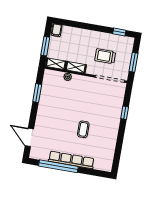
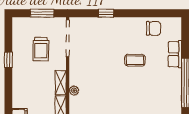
window: (119, 32) -> (8, 60), moved
chair: (106, 148) -> (153, 28), added
row of seats: (71, 160) -> (175, 54), width x0.50

